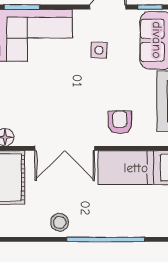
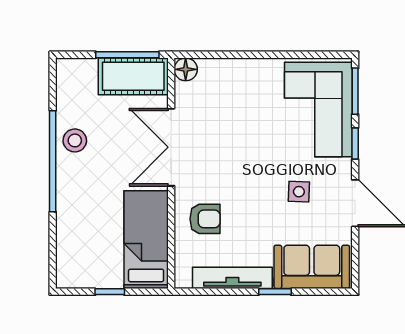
window: (150, 7) -> (355, 143), moved
window: (106, 239) -> (53, 161), moved

